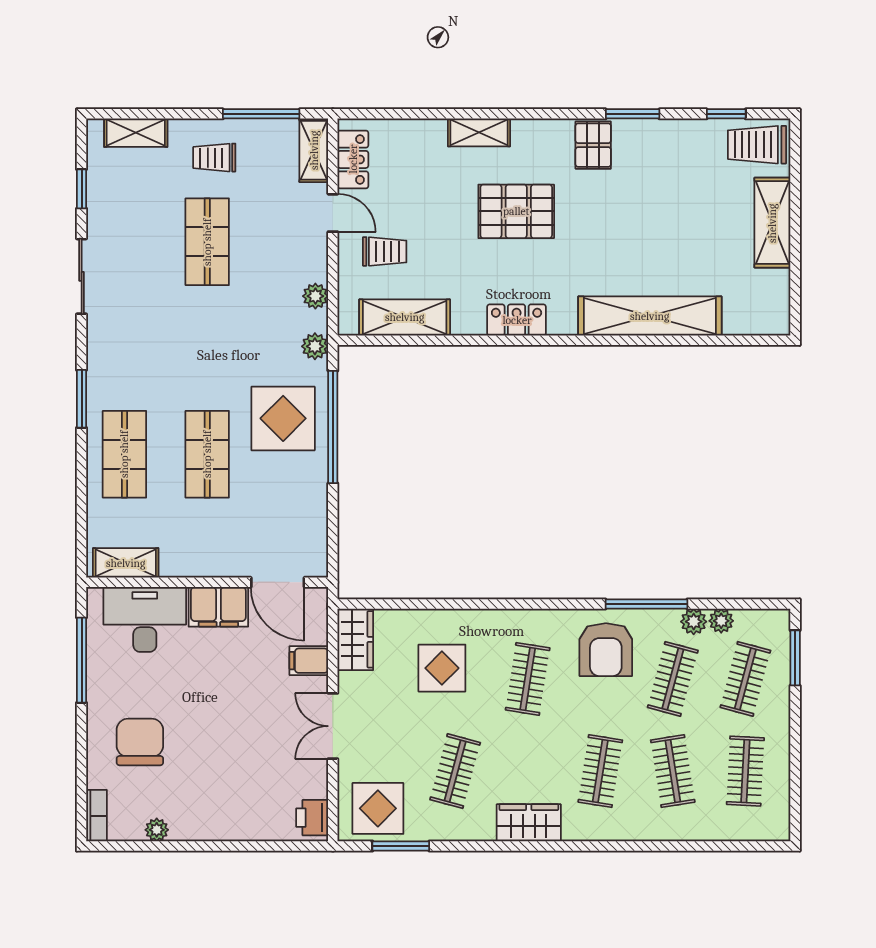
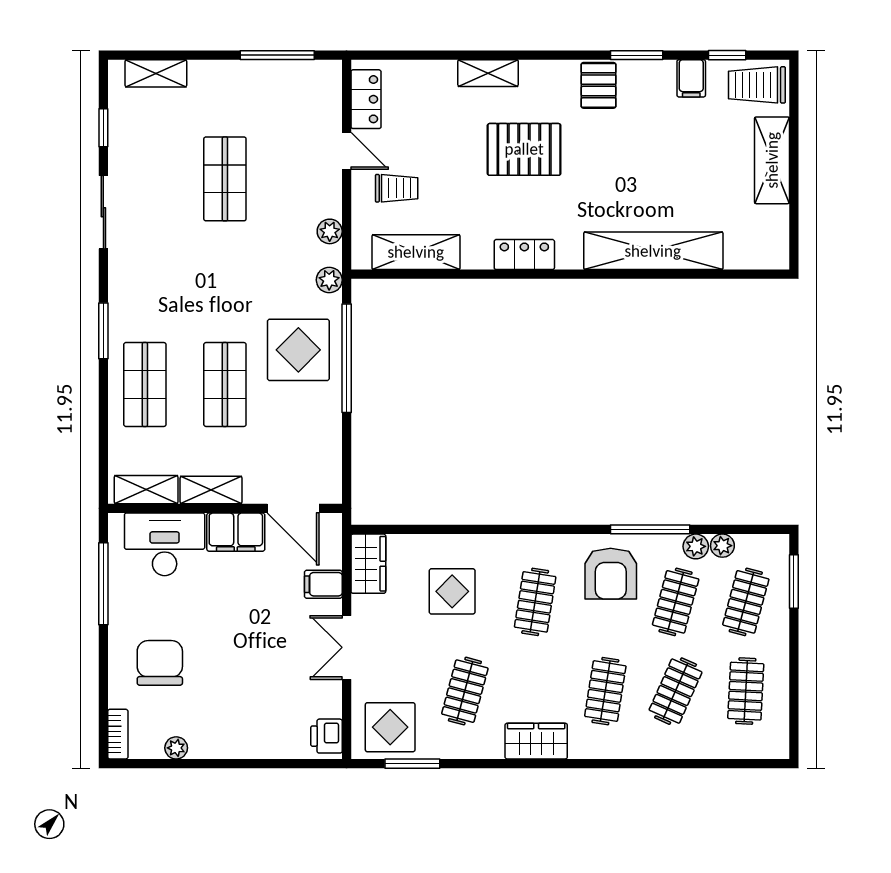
filing cabinet: (689, 138) -> (691, 78), added
shelving: (314, 150) -> (211, 490), moved, turned 90
trolley: (214, 158) -> (232, 97), removed
clothes rail: (673, 771) -> (676, 691), turned 33

